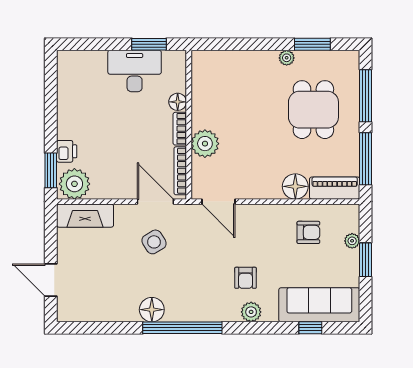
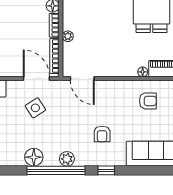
plant: (205, 144) -> (68, 36), width x0.53, depth x0.53
floor lamp: (295, 186) -> (143, 72), width x0.53, depth x0.53
plant: (251, 312) -> (67, 159), moved
window: (310, 328) -> (106, 170), moved

